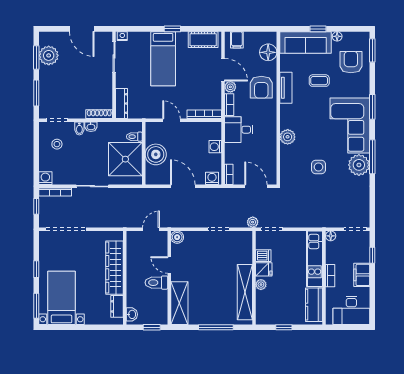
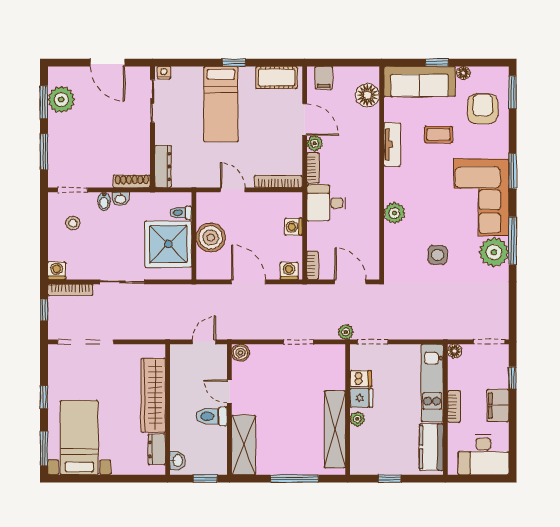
armchair: (261, 87) -> (358, 144), removed

